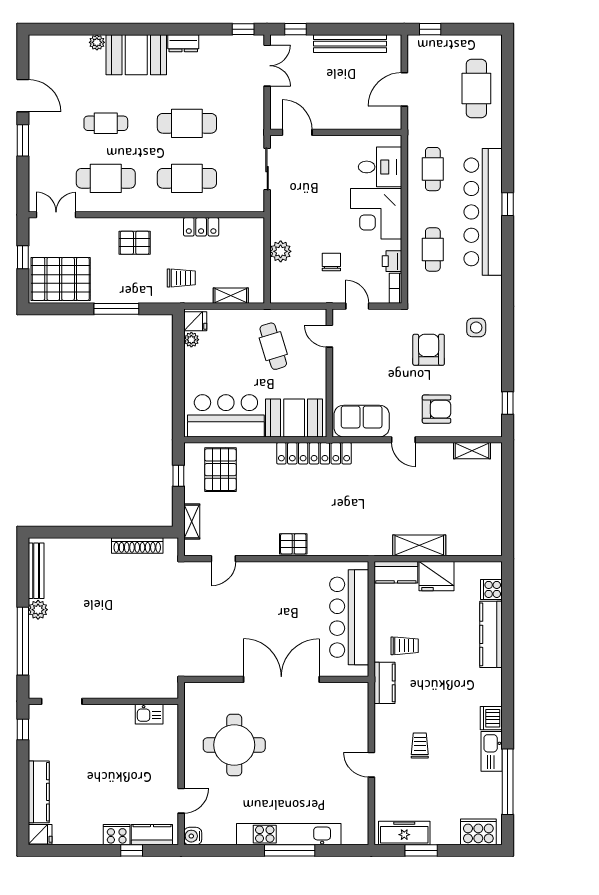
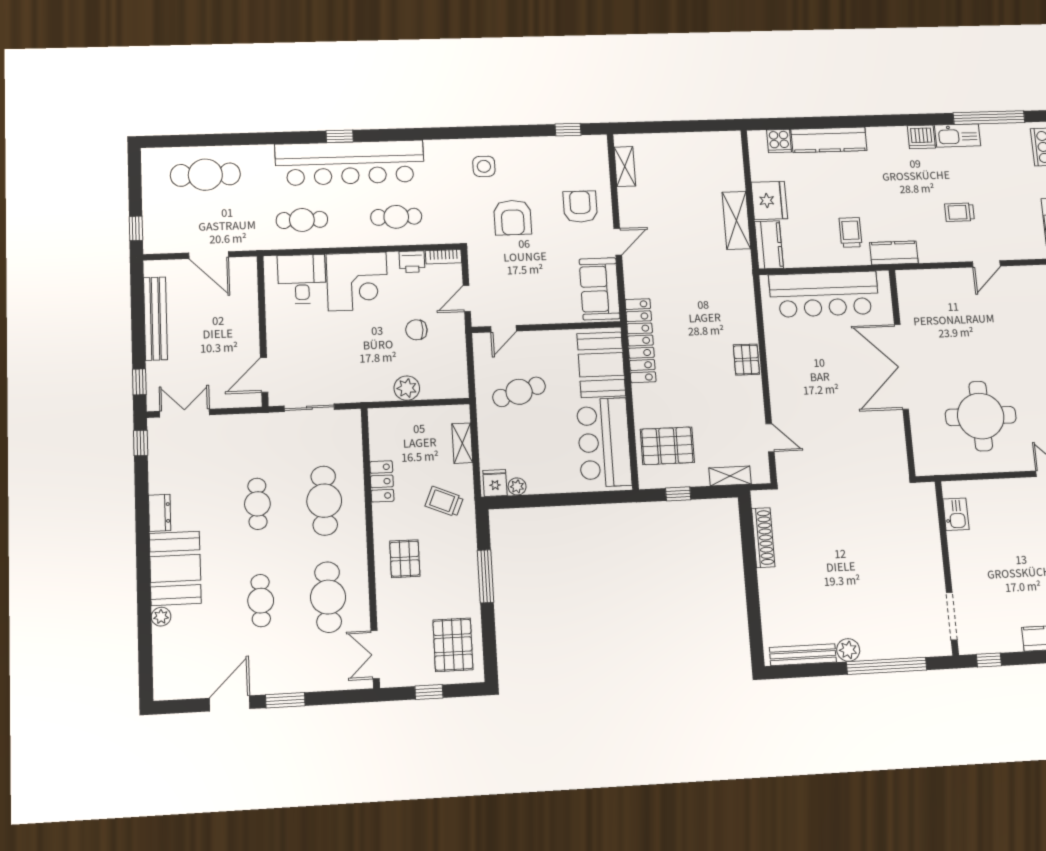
cafe table: (187, 123) -> (257, 504), width x0.73, depth x0.74
trolley: (181, 278) -> (444, 502), turned -67
pallet: (61, 279) -> (453, 645), width x0.73, depth x0.71
armchair: (429, 350) -> (513, 218), turned -90

